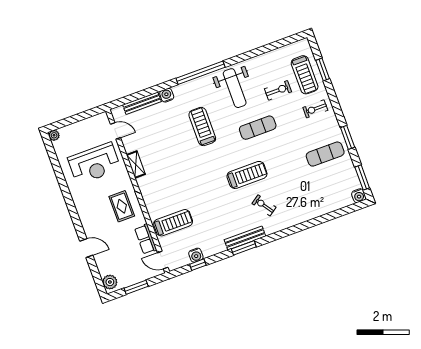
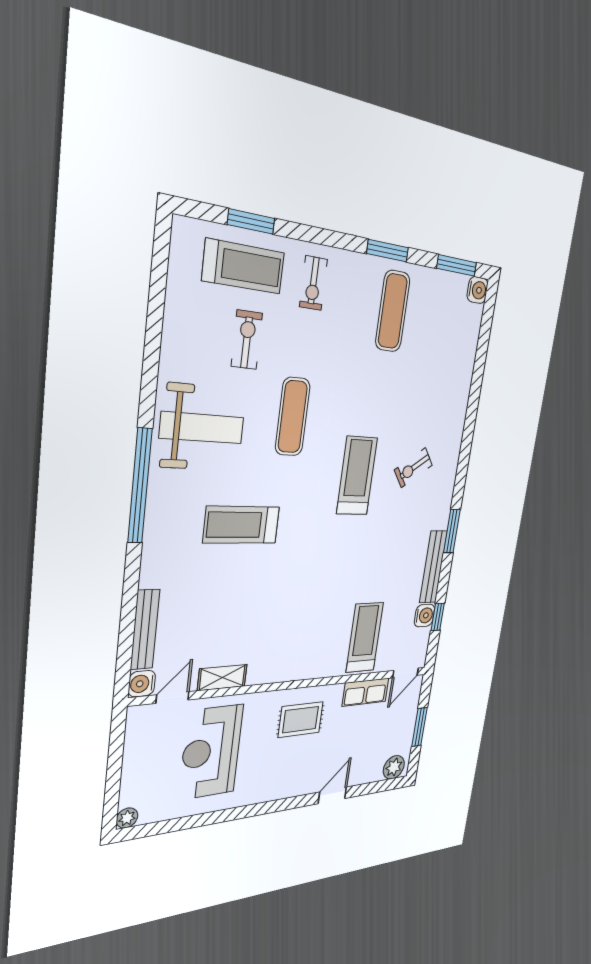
water cooler: (167, 95) -> (142, 684), moved
reception desk: (94, 164) -> (211, 752), turned 180
shelving: (136, 164) -> (222, 678), moved
bench: (245, 238) -> (433, 567), moved

